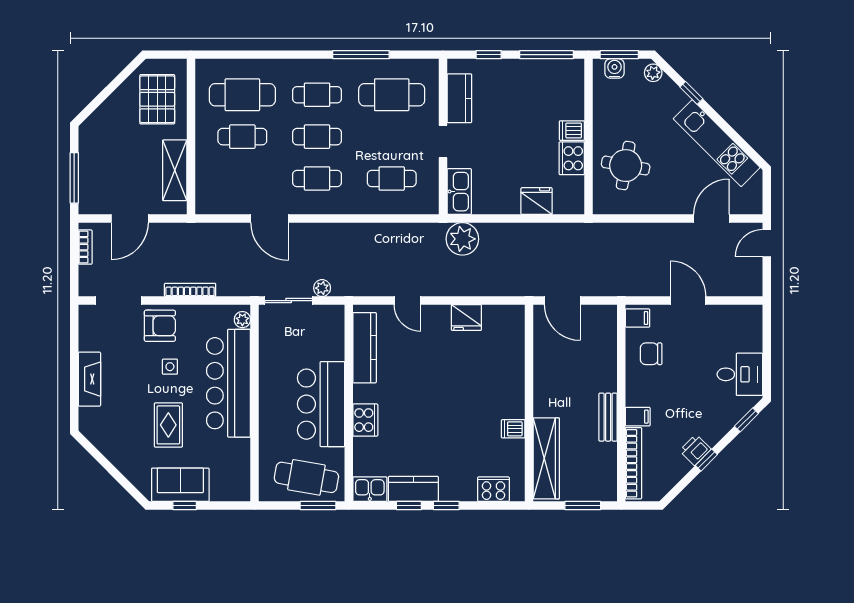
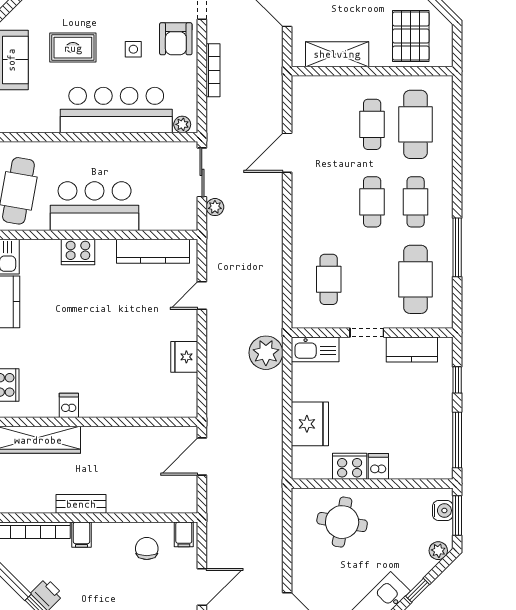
pallet: (157, 99) -> (411, 36), turned 90
cafe table: (317, 178) -> (329, 202), removed
fridge: (537, 201) -> (310, 424), width x1.36, depth x1.34

